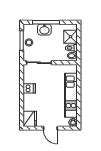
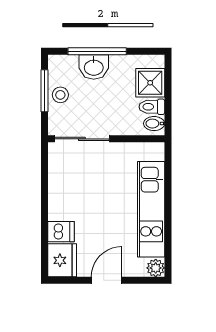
dishwasher: (29, 88) -> (61, 232), moved
door: (50, 128) -> (107, 280), swing flipped

